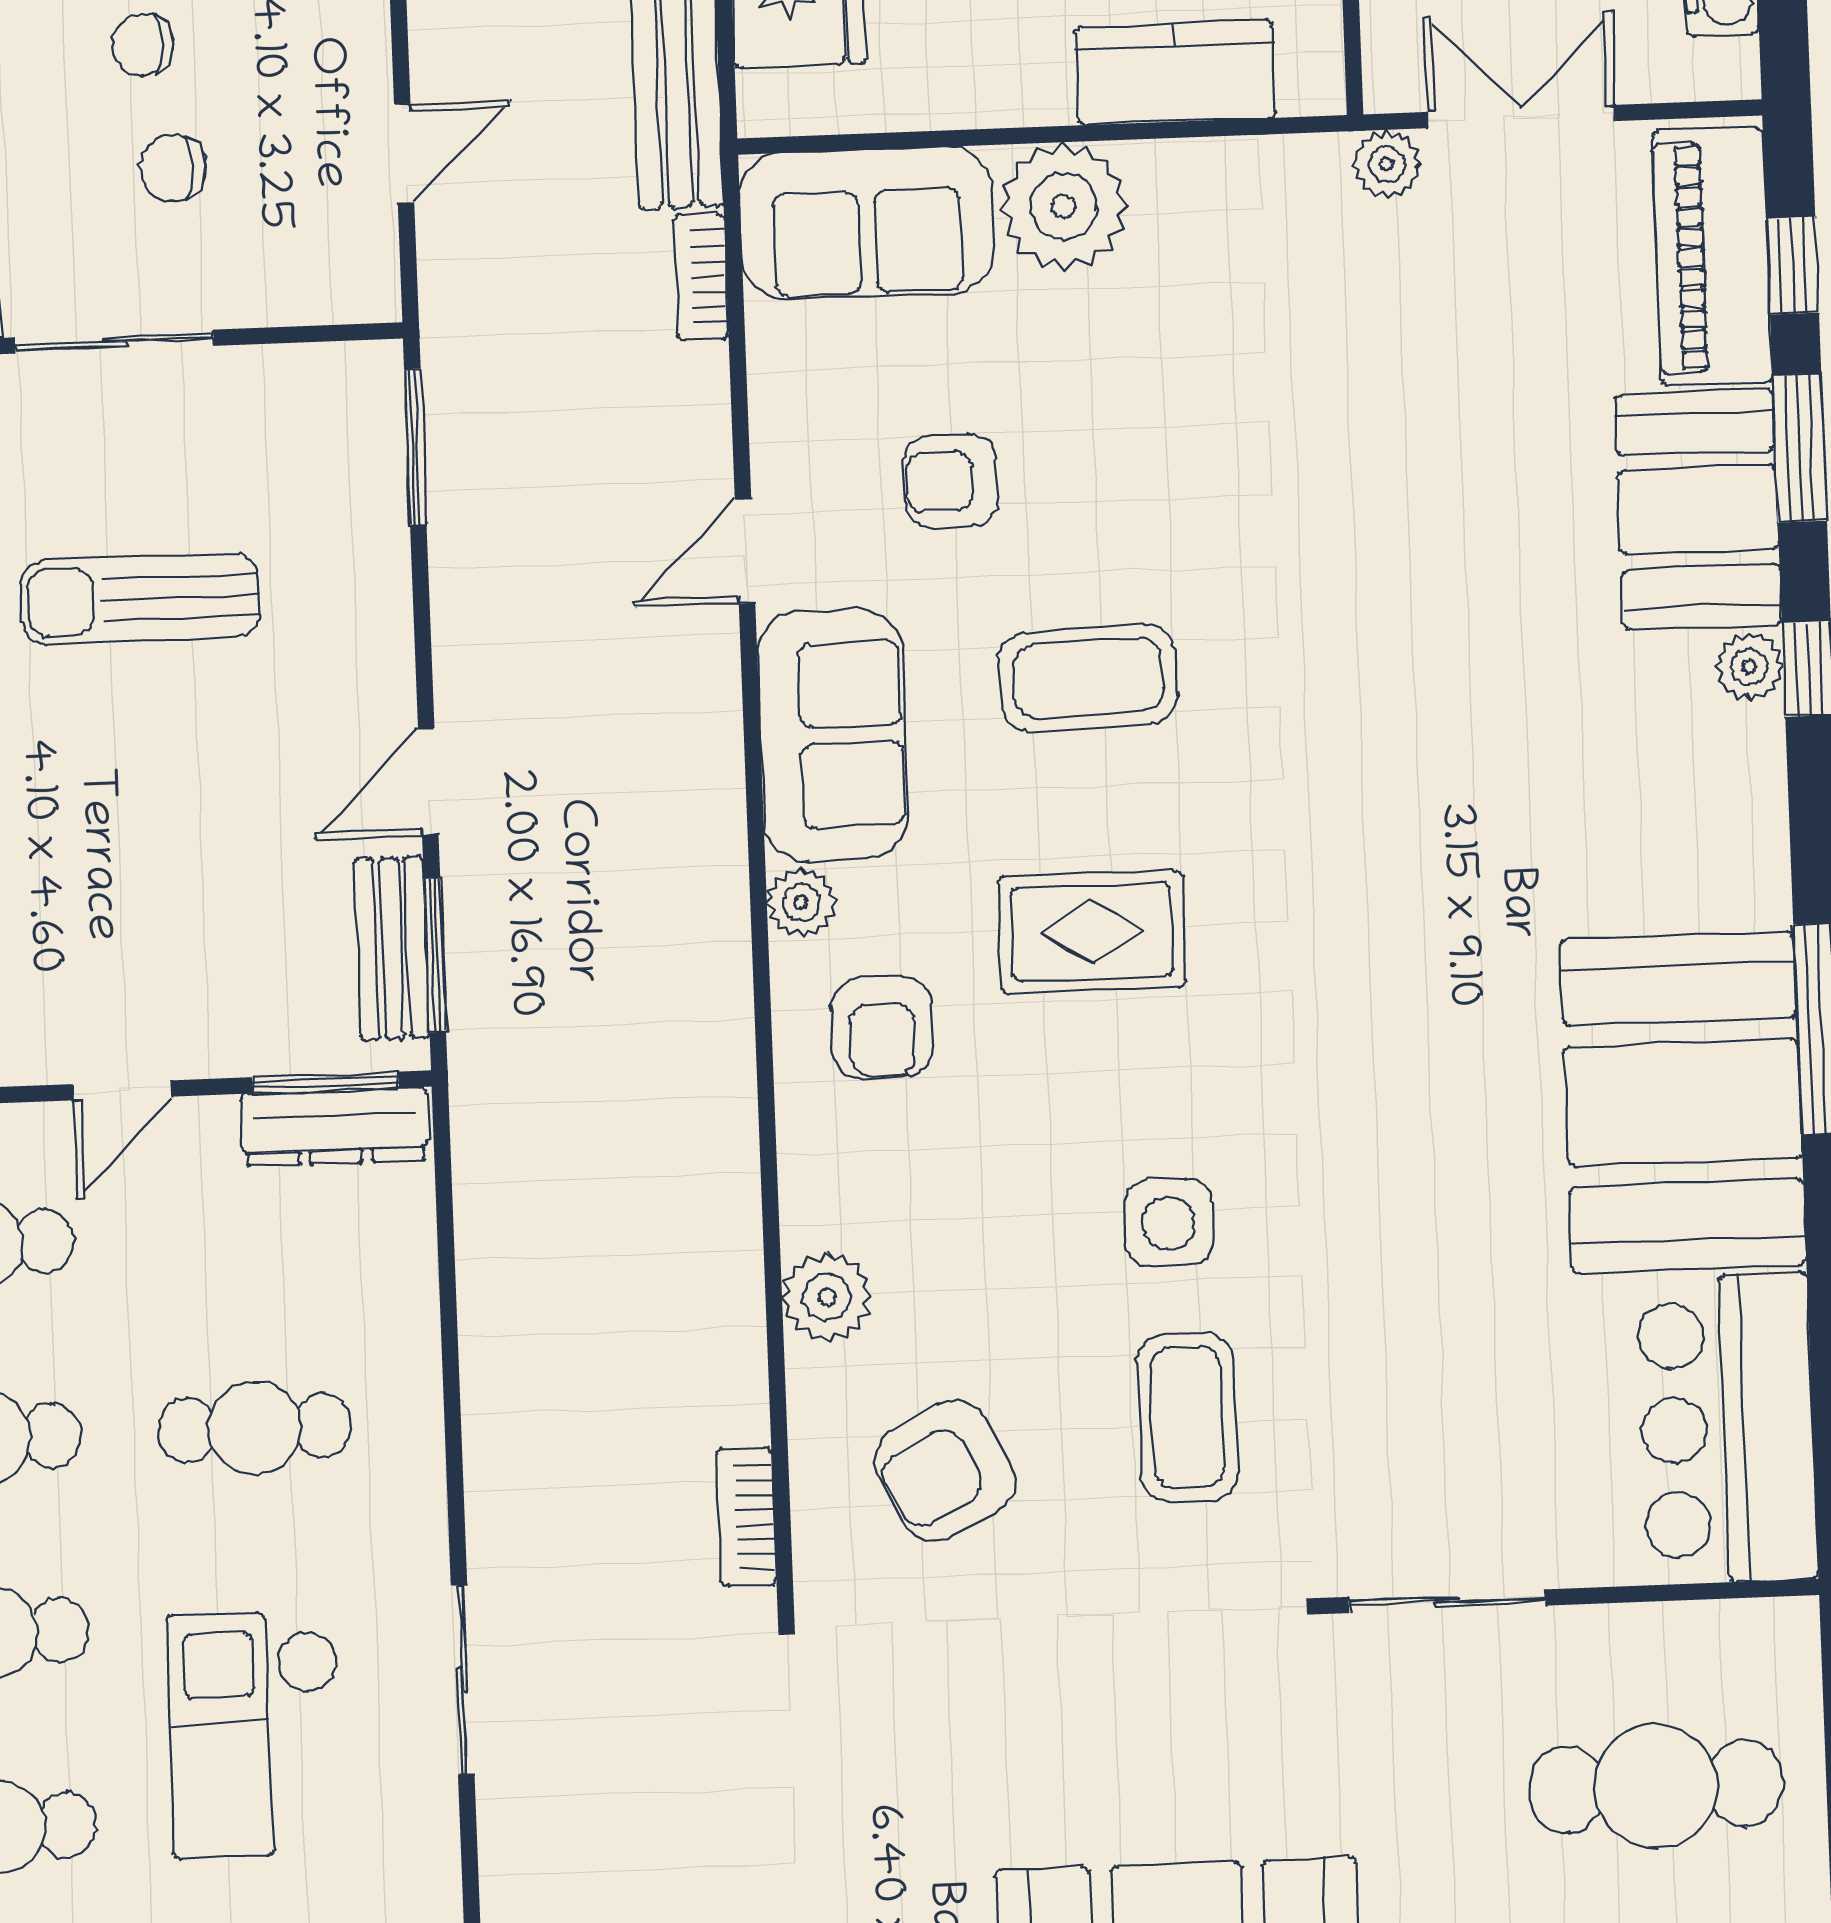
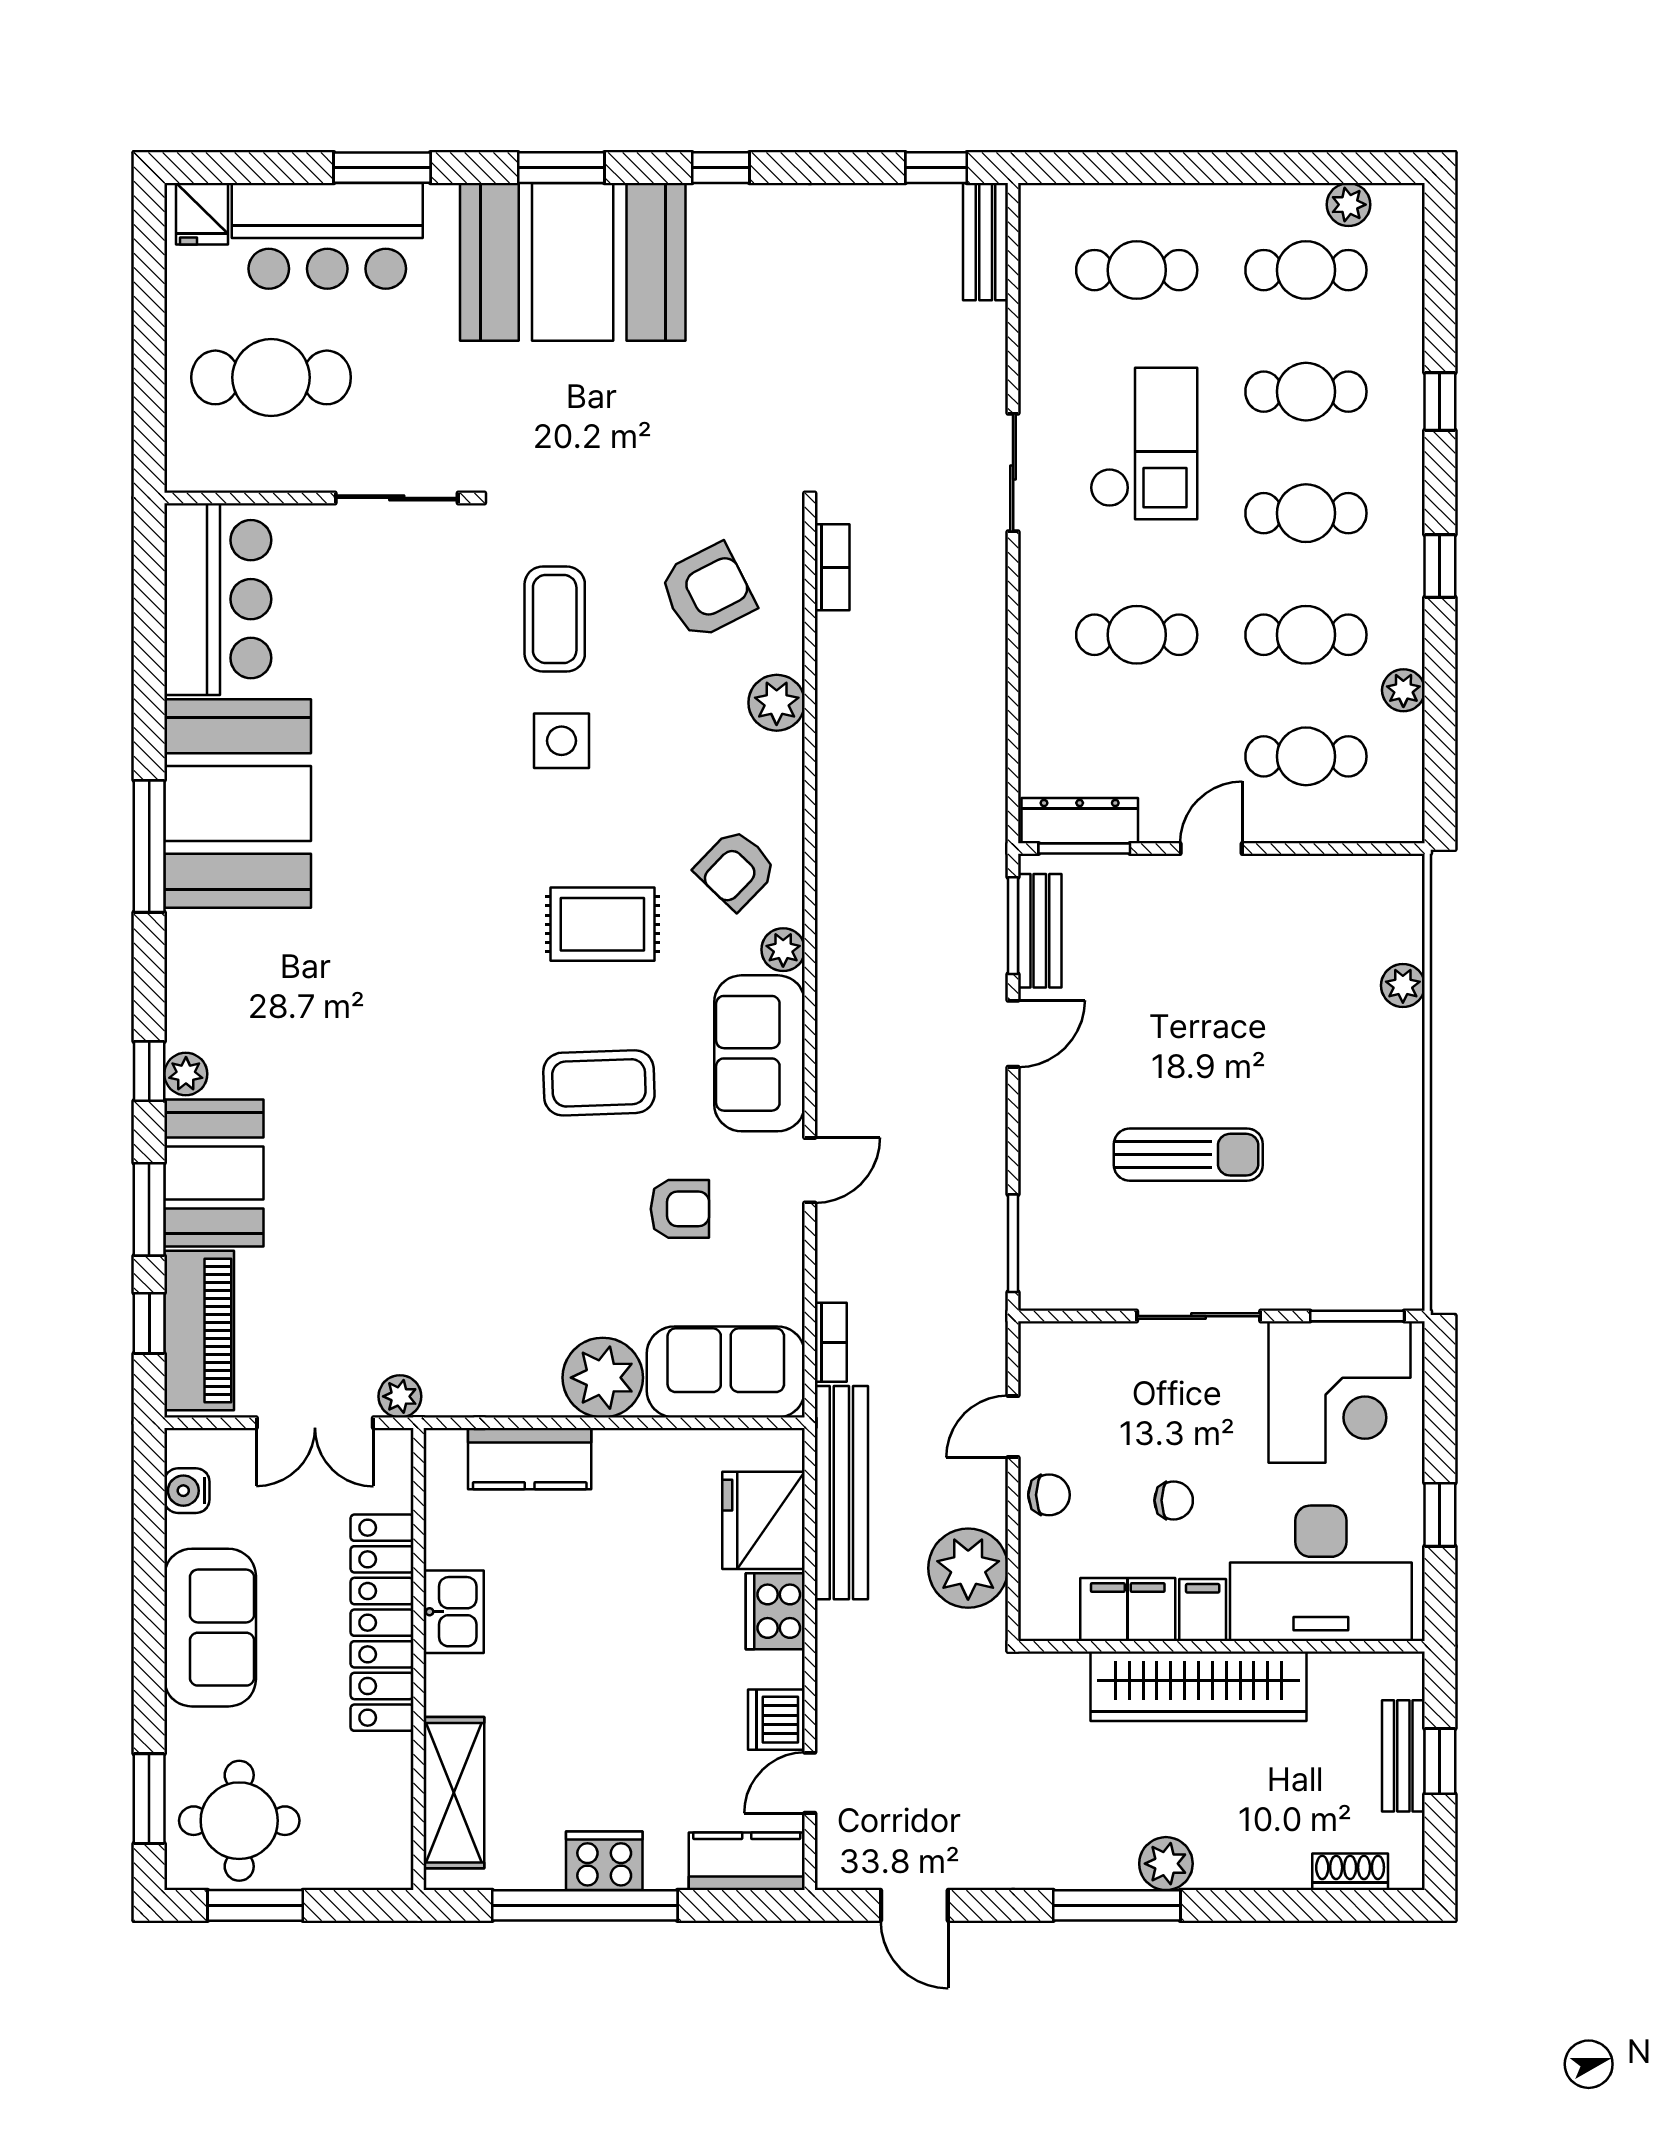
chair: (173, 168) -> (1049, 1495), moved
armchair: (882, 1028) -> (736, 869), turned -136

